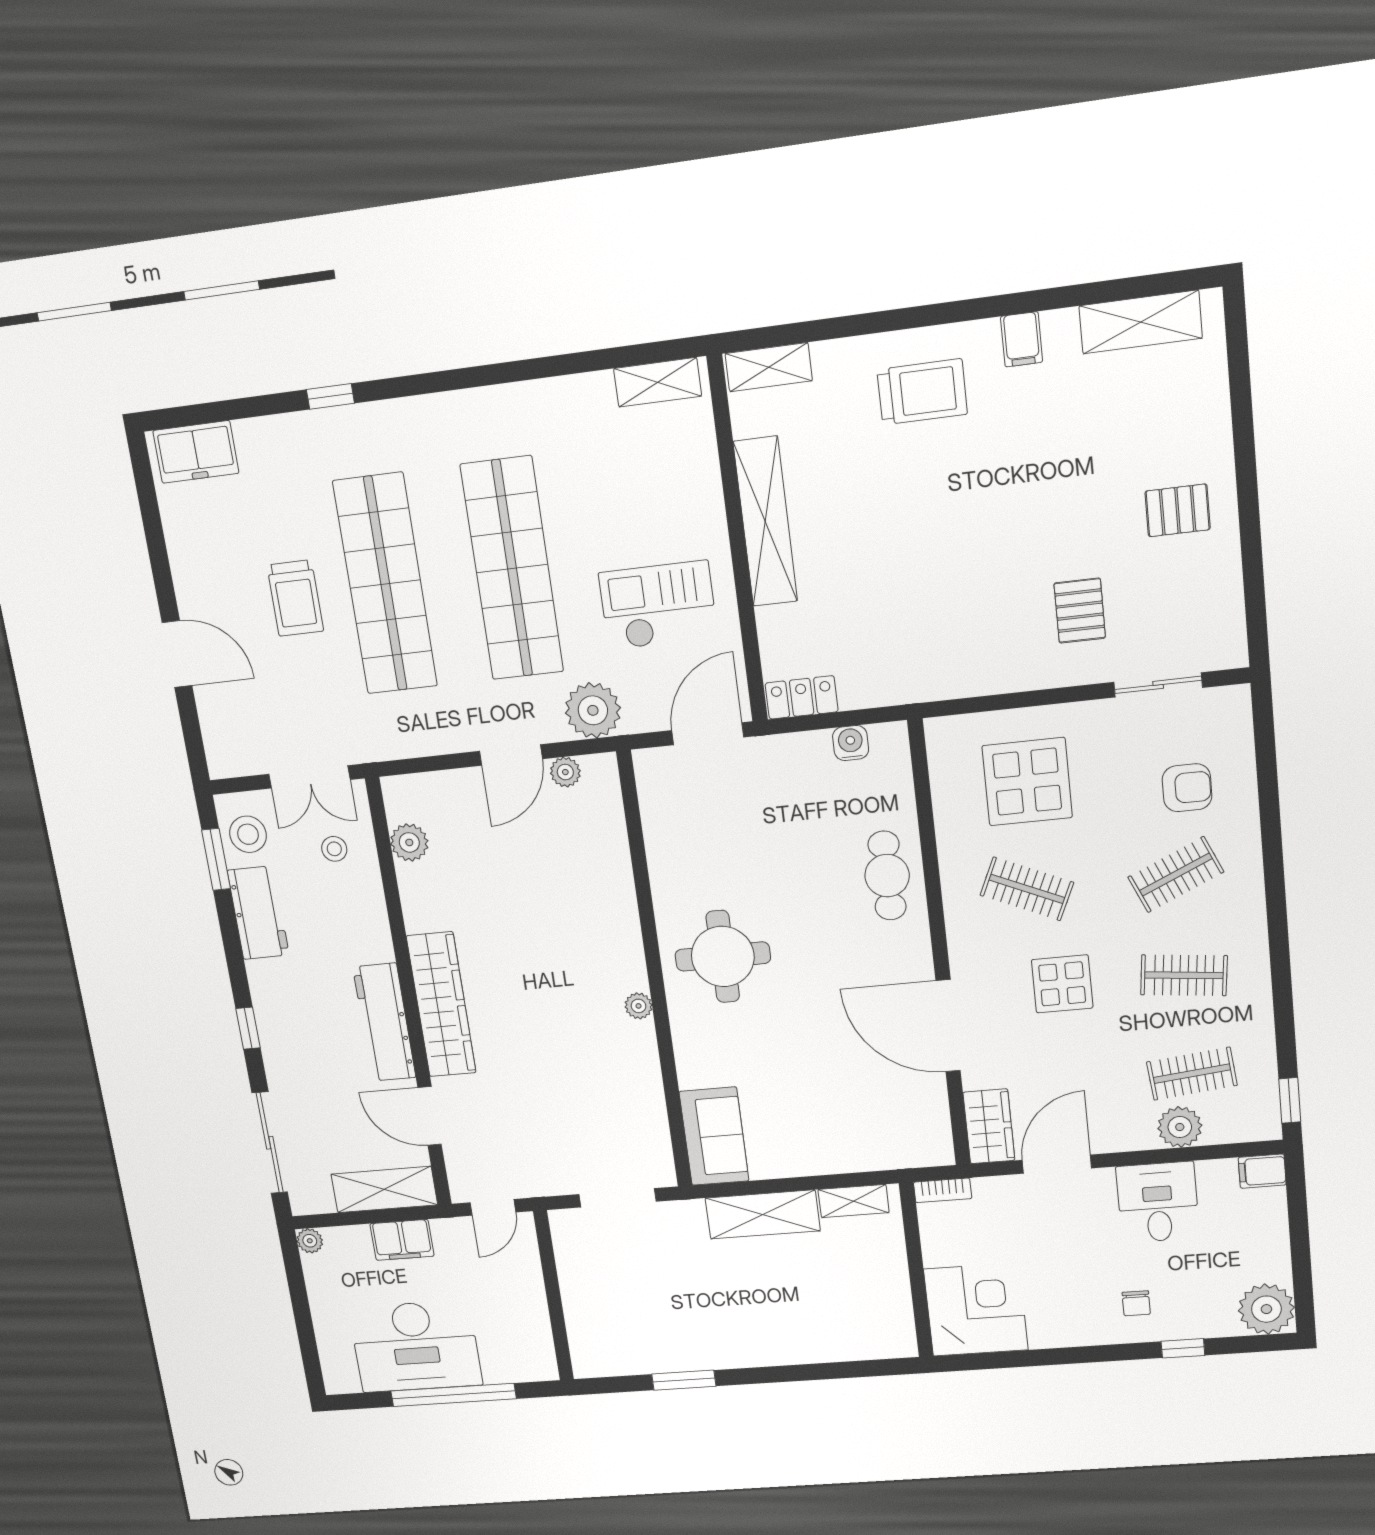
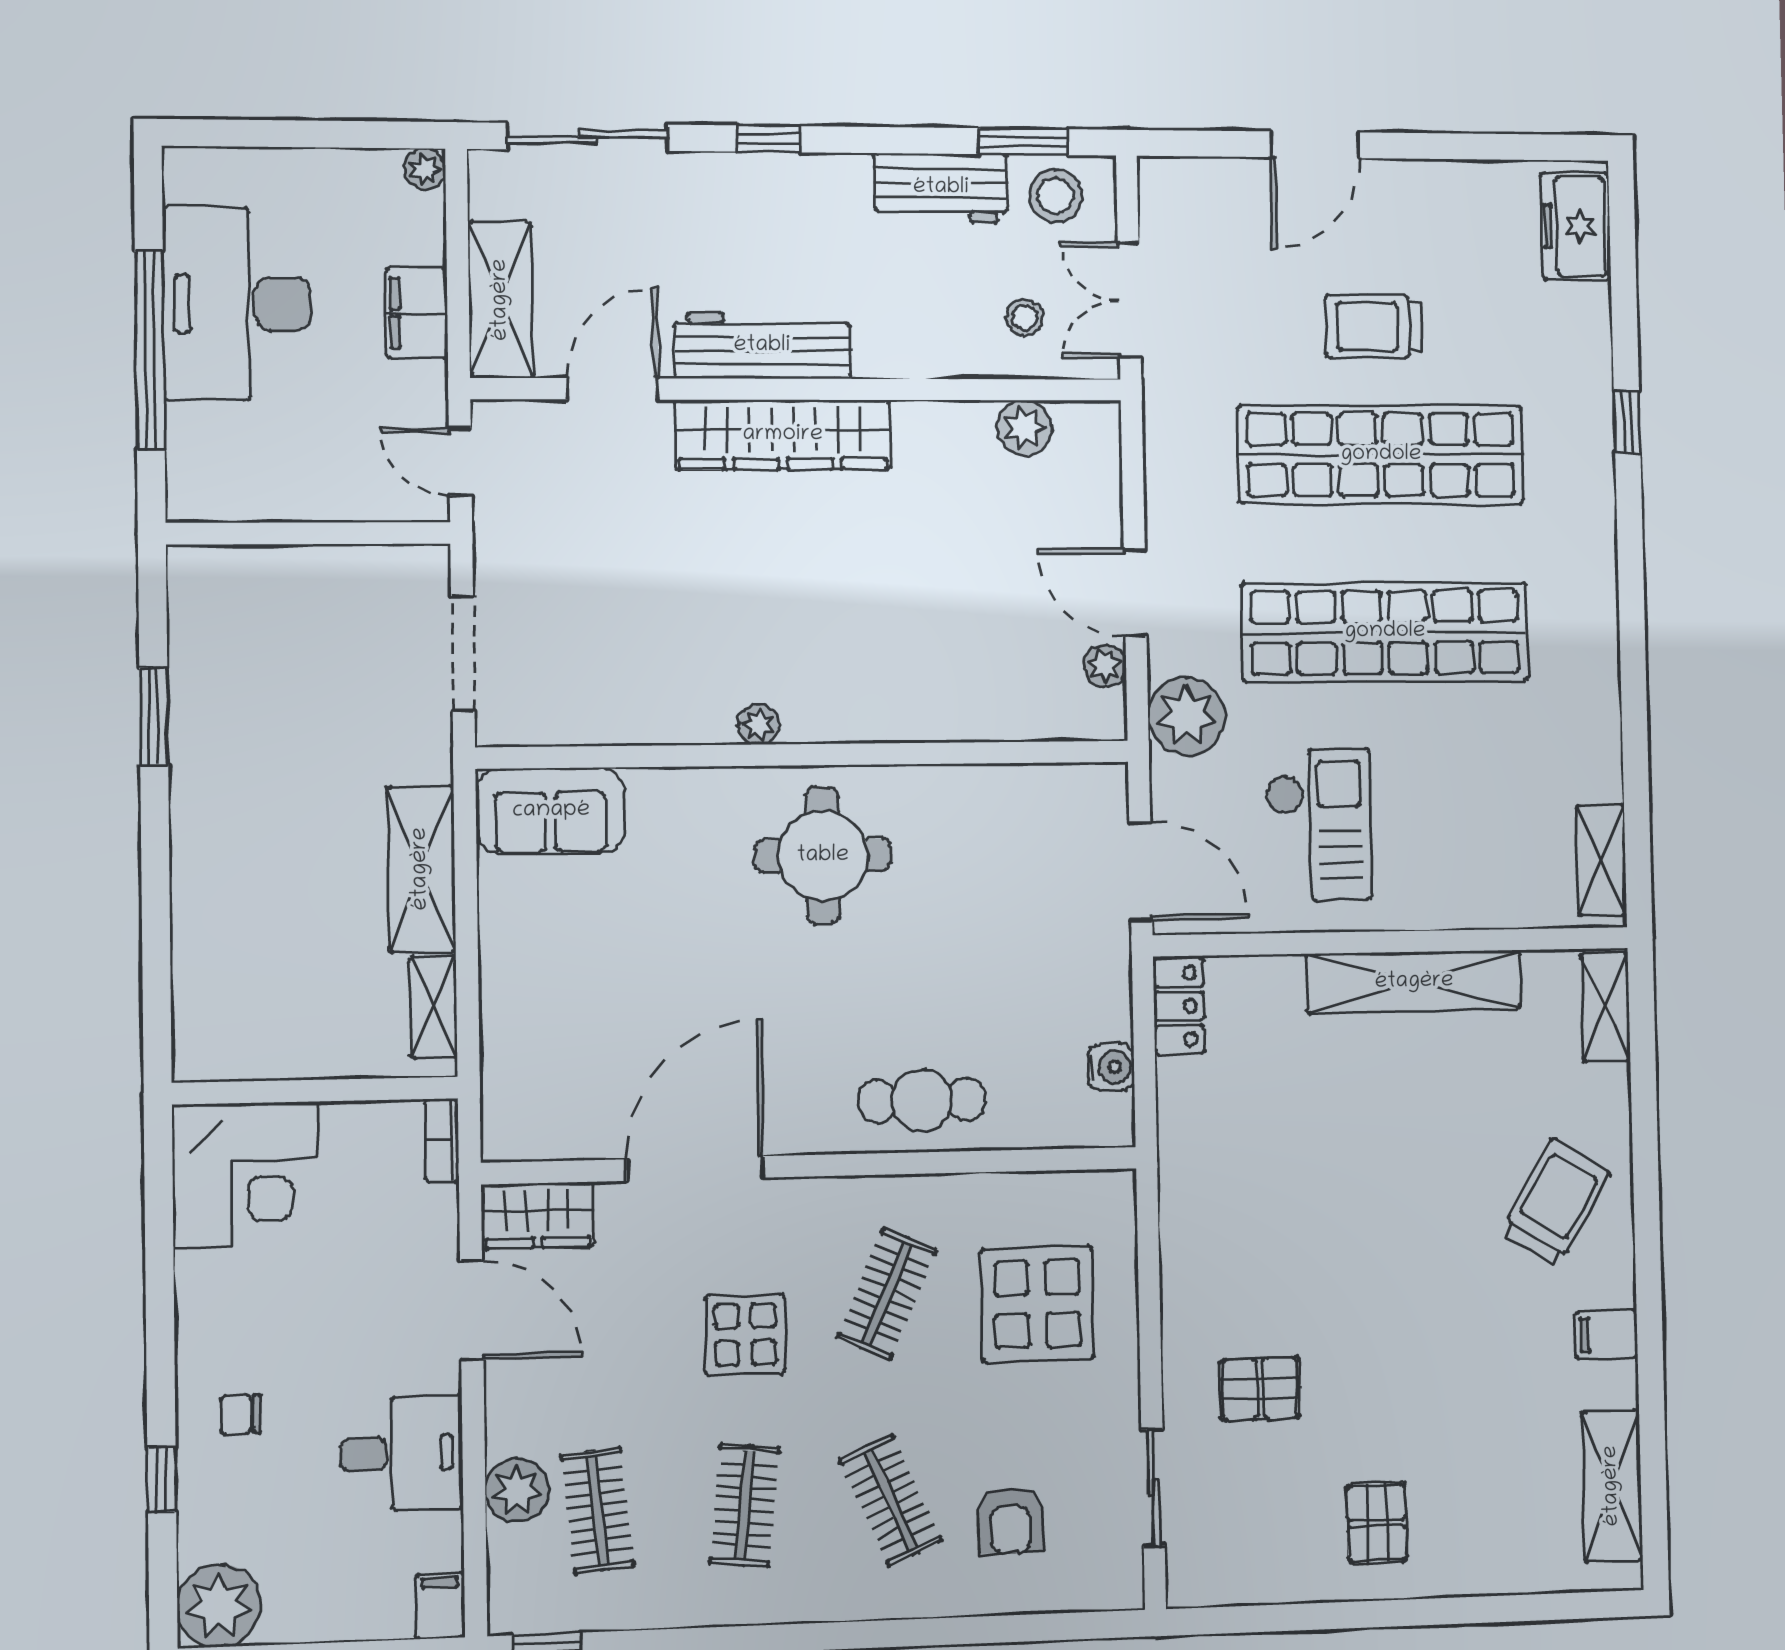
trolley: (922, 392) -> (1556, 1203), turned -149

